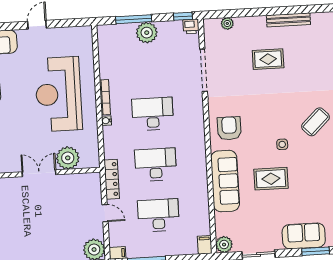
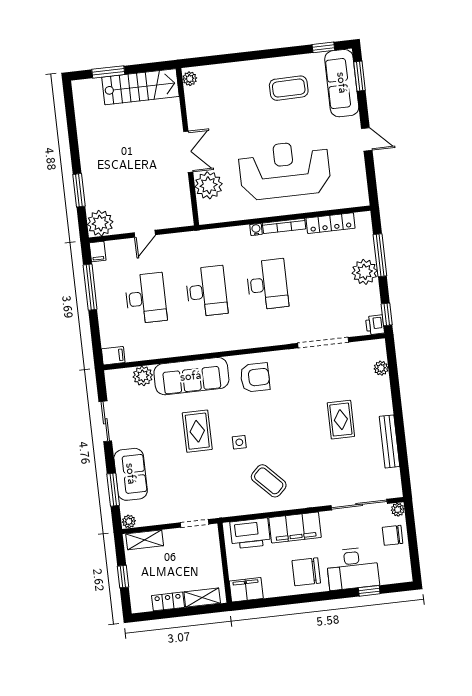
locker: (112, 179) -> (330, 223), moved
plant: (224, 245) -> (143, 376), moved

